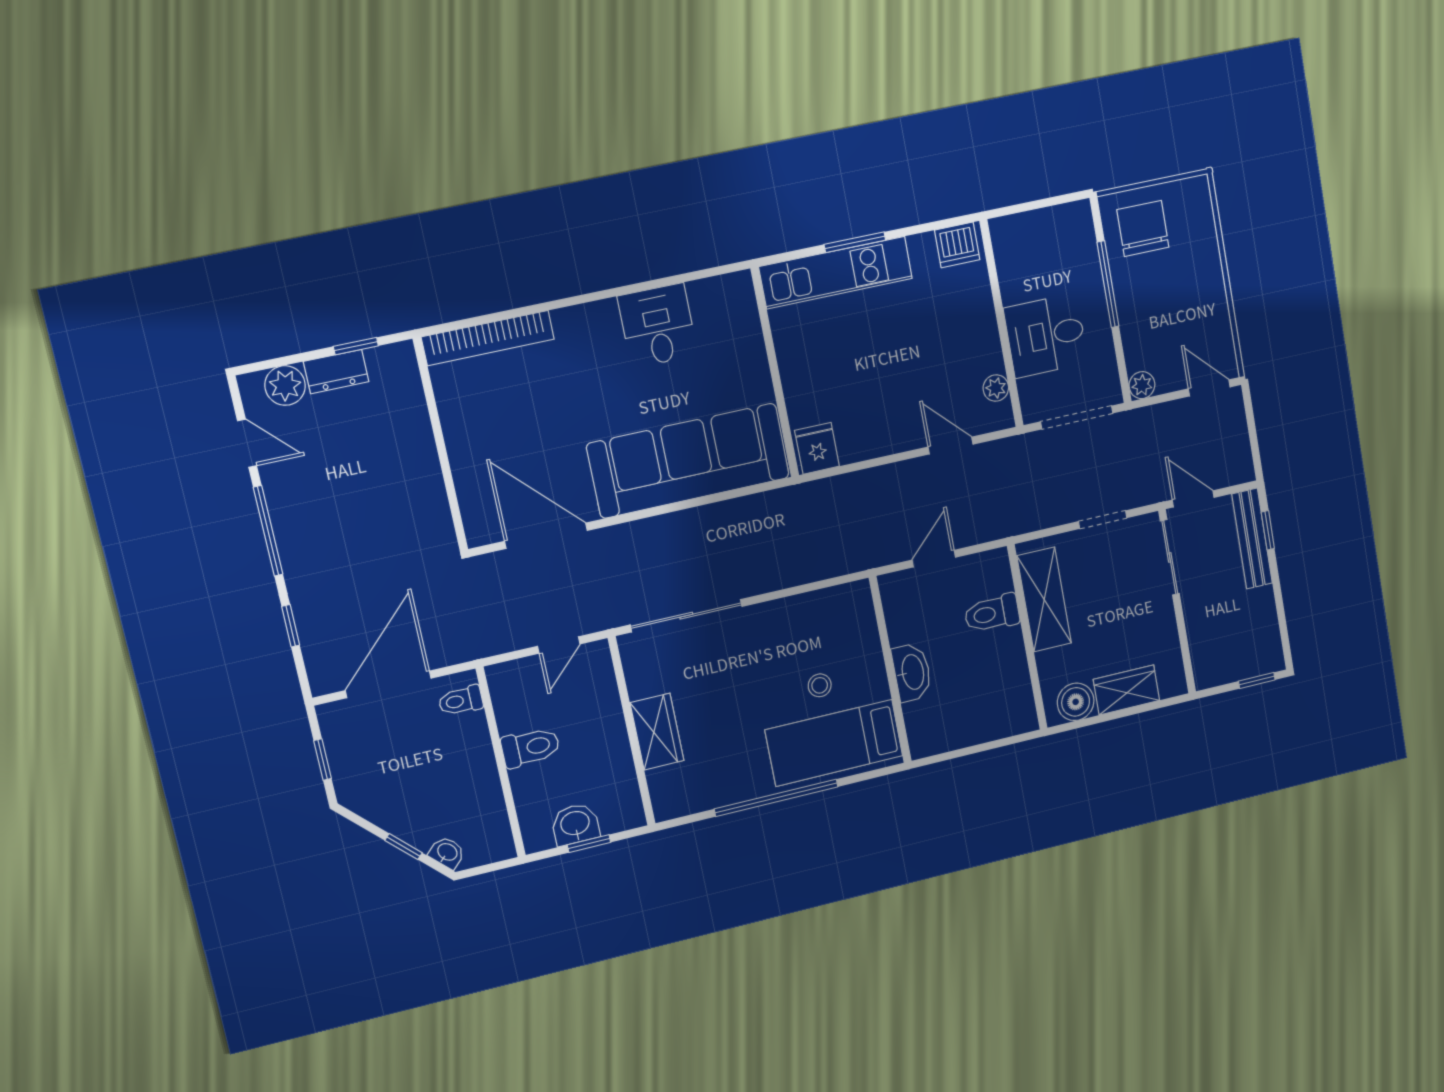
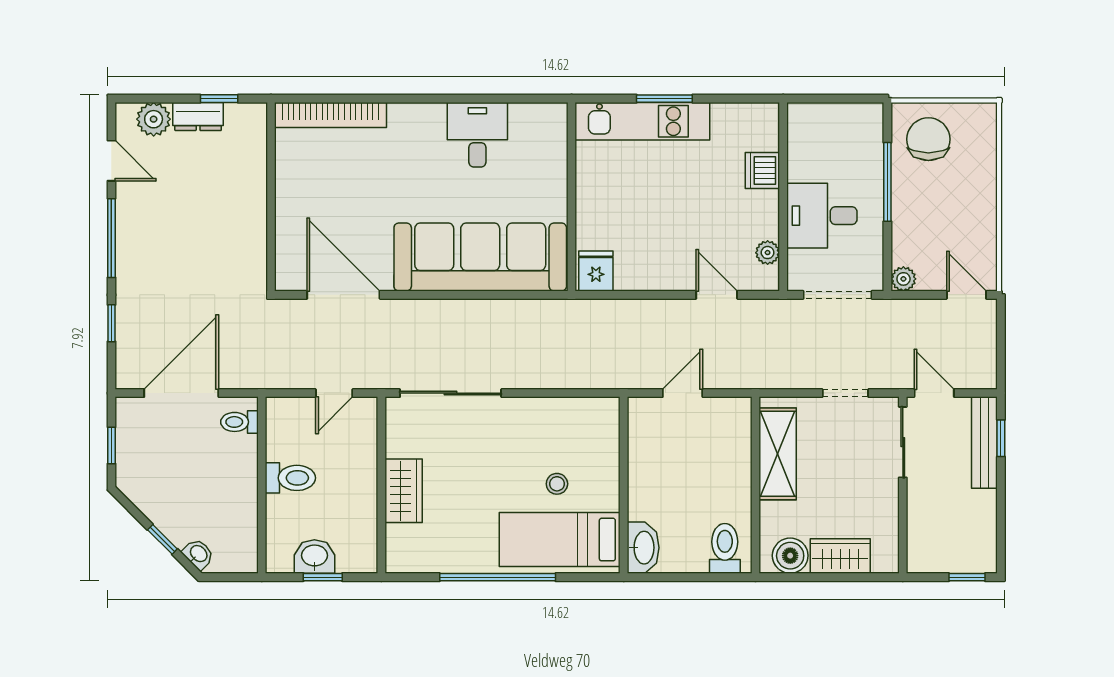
dishwasher: (957, 245) -> (762, 171), moved, turned 90
toilet: (992, 613) -> (725, 548), moved, turned 90
washbasin: (912, 672) -> (643, 548), moved

